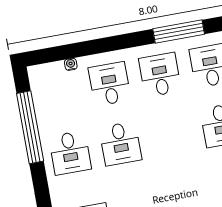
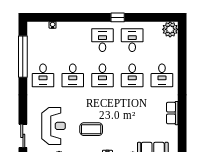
window: (179, 31) -> (118, 17), width x0.46
desk: (110, 84) -> (102, 75), moved, turned 180

